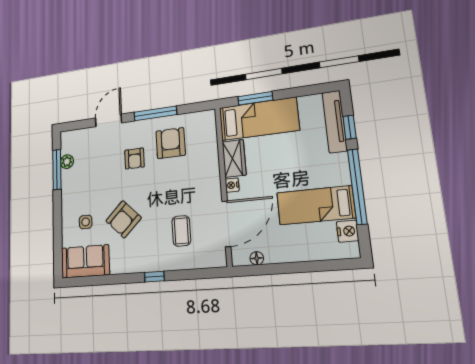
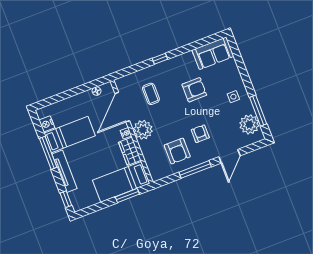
tv unit: (335, 121) -> (65, 171), moved
window: (350, 127) -> (66, 199), moved
plant: (67, 162) -> (249, 124), width x1.87, depth x1.87
plant: (207, 184) -> (143, 130), added
window: (357, 186) -> (48, 153), width x0.68
armchair: (124, 219) -> (194, 90), turned 45
side table: (86, 222) -> (233, 97), moved

